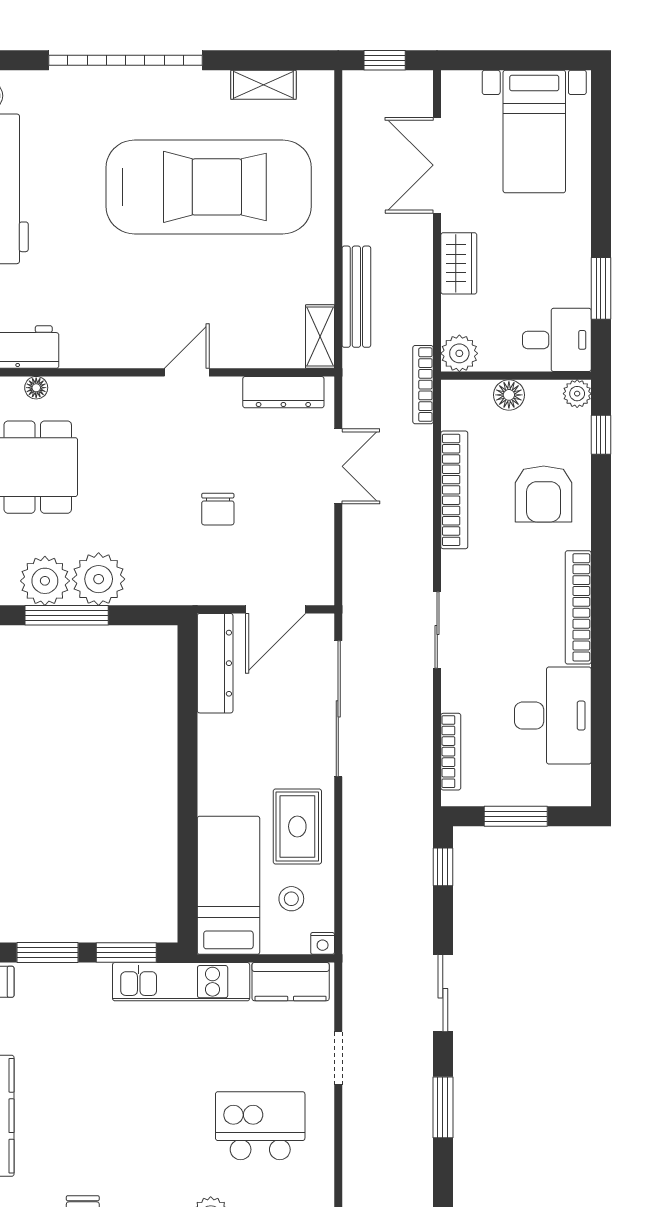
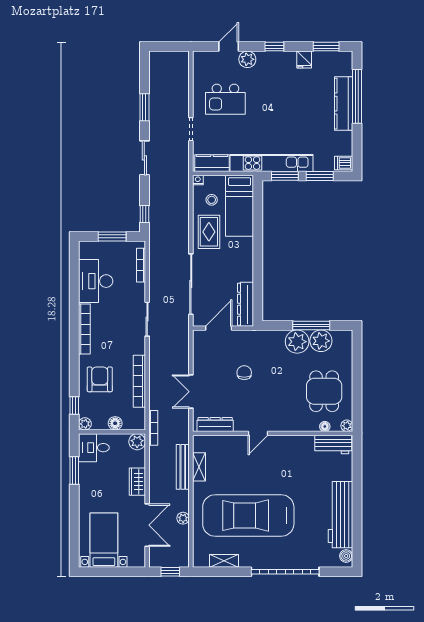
plant: (356, 181) -> (183, 518), added
shelving: (320, 337) -> (199, 467), moved
kitchen unit: (181, 982) -> (272, 163), width x1.36

